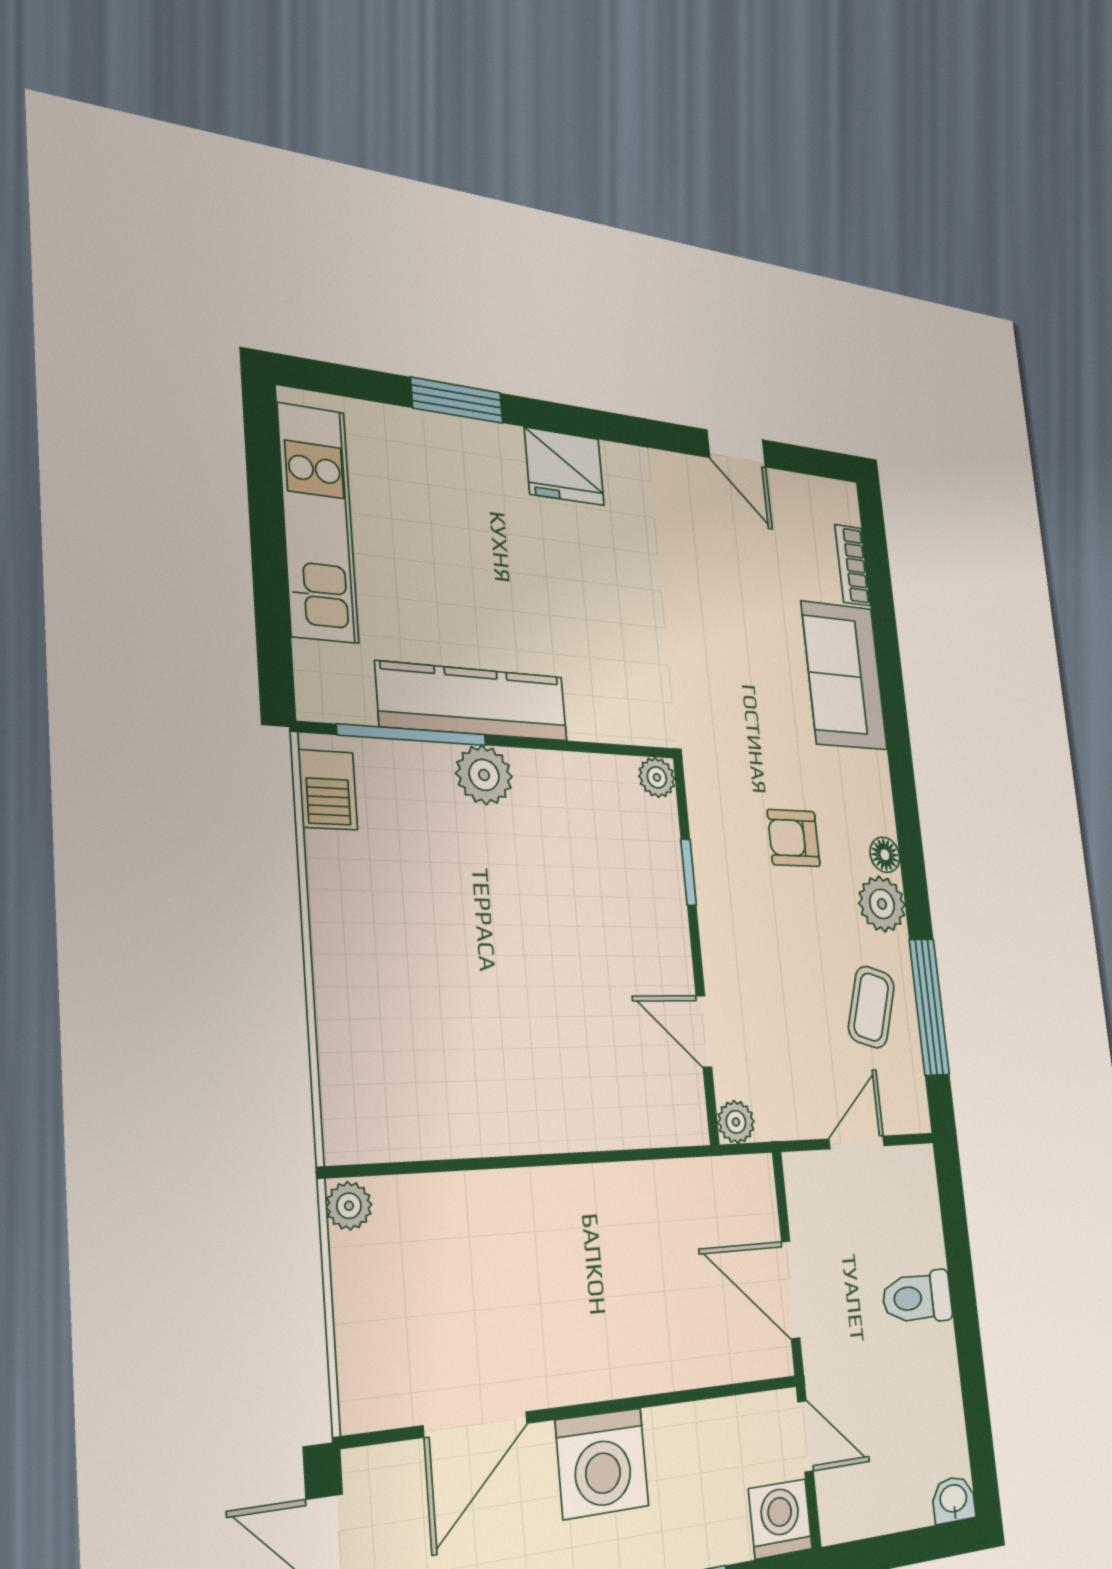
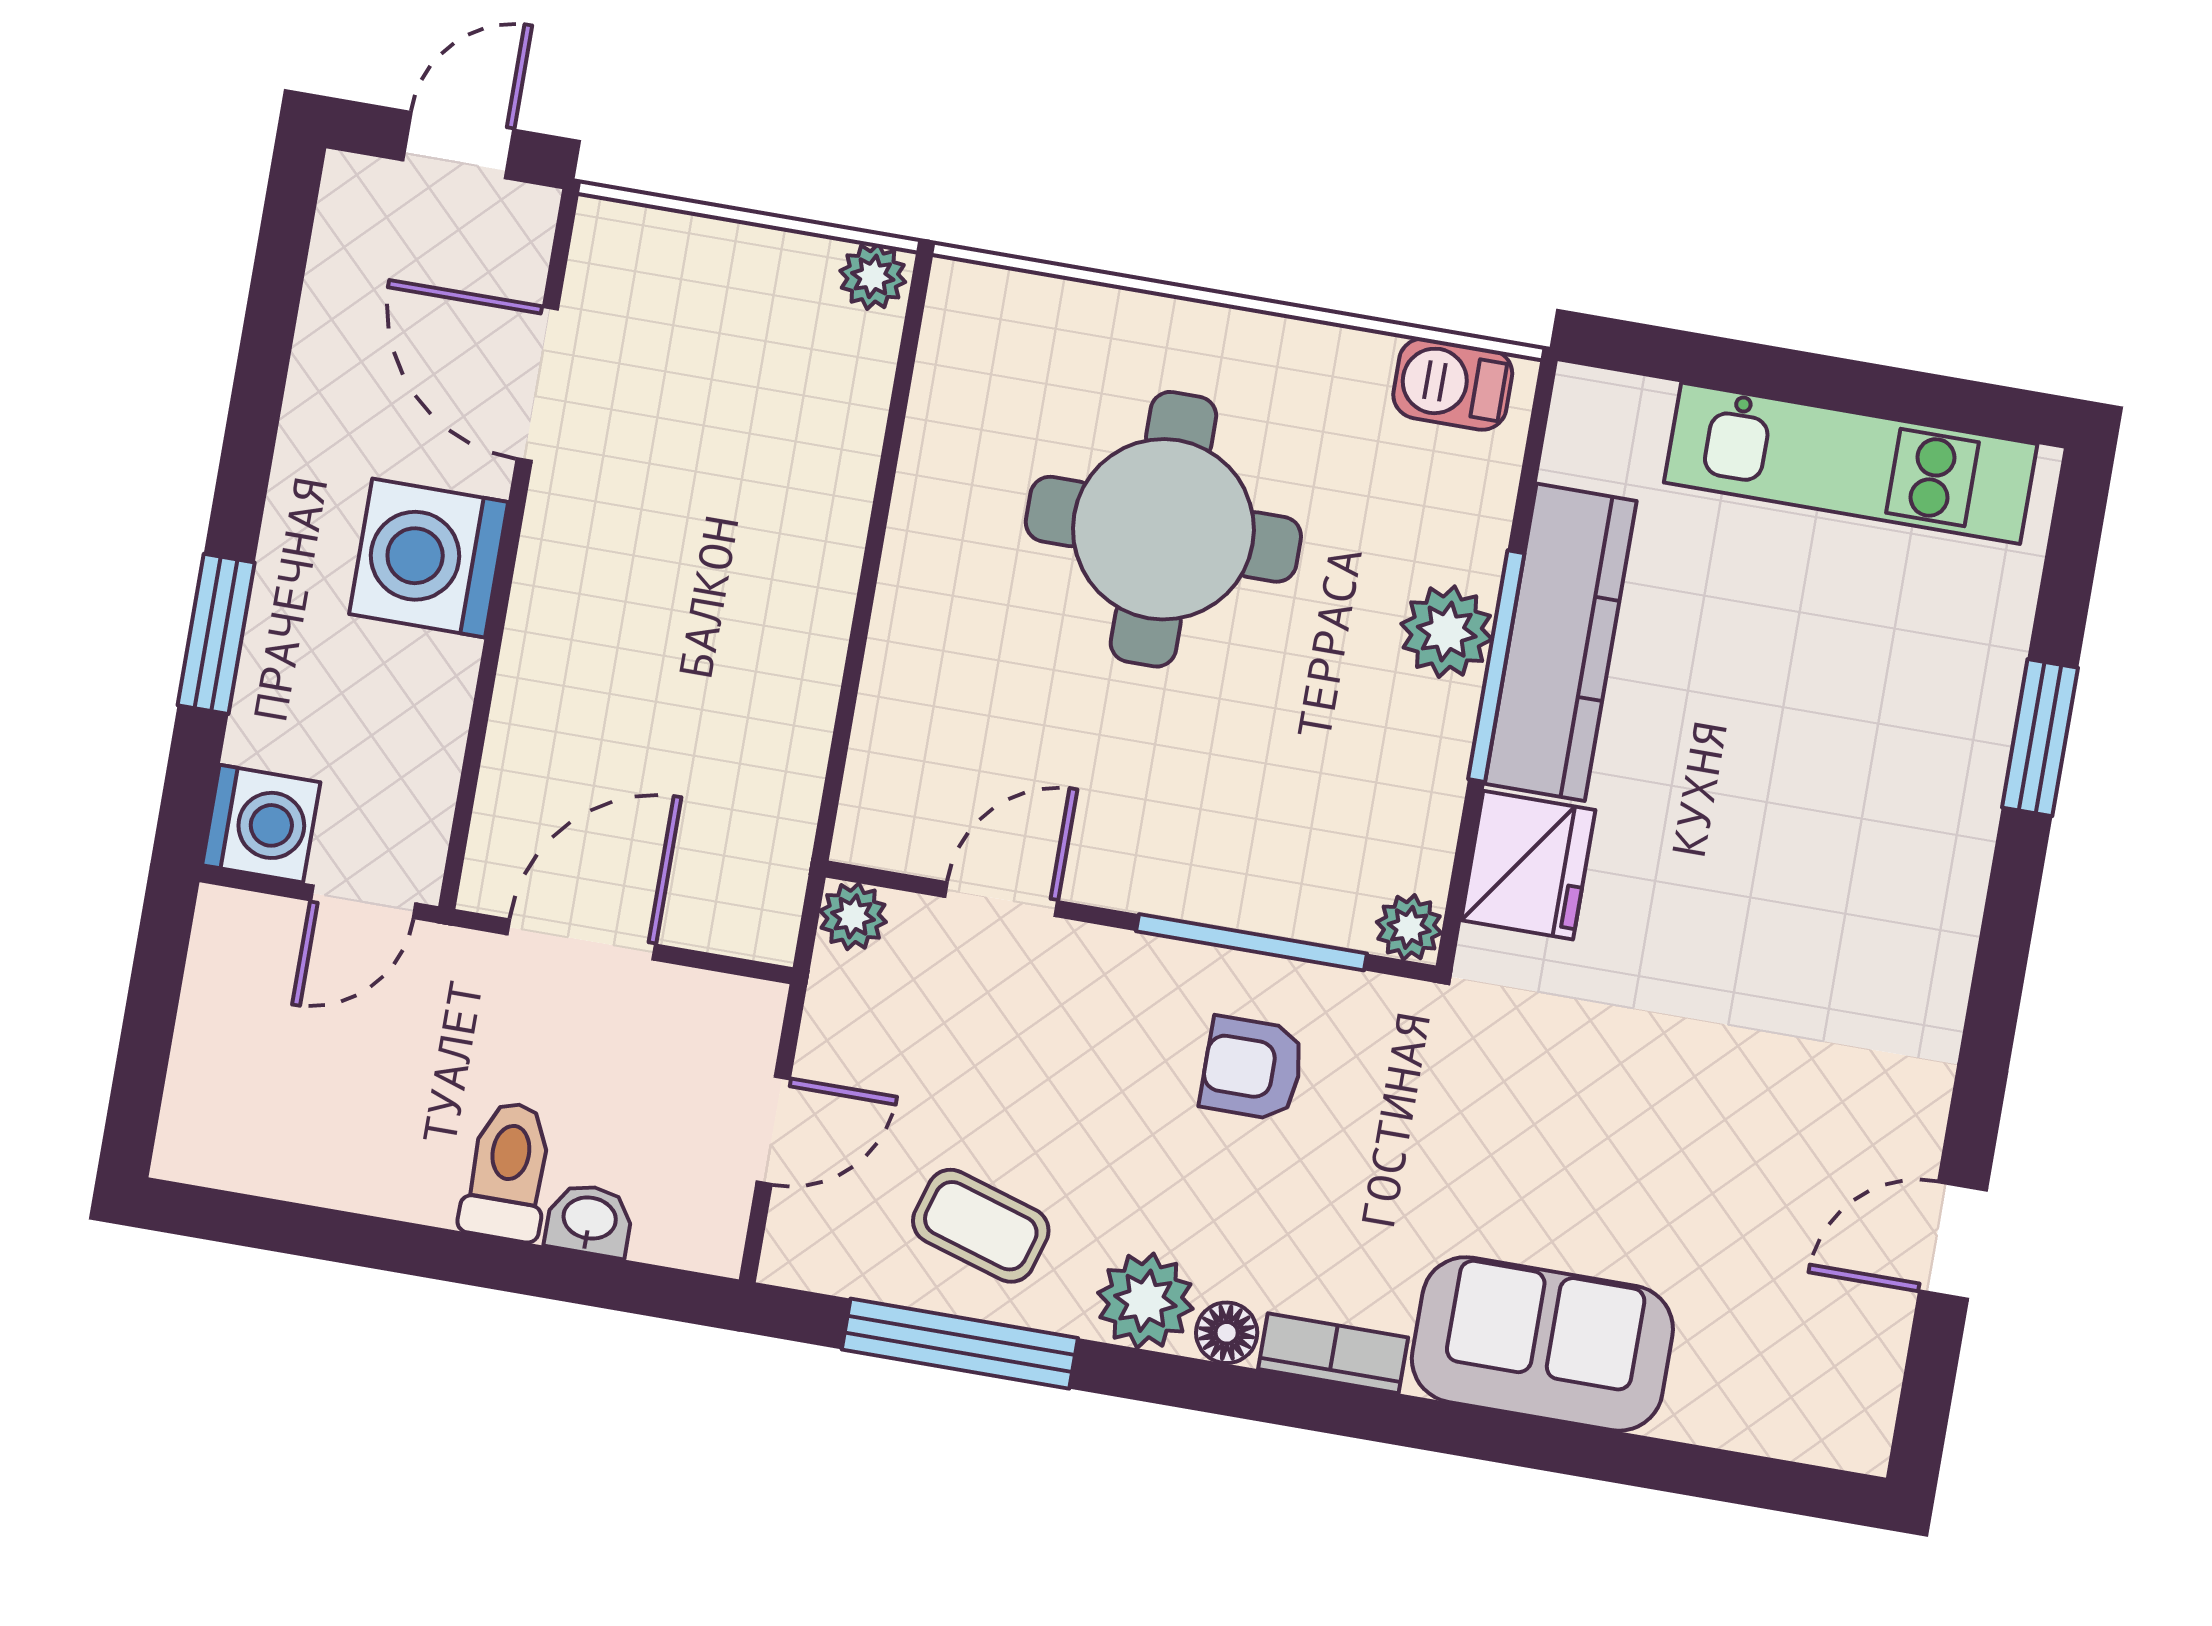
fridge: (564, 466) -> (1528, 865), moved, turned 180
bookcase: (853, 565) -> (1333, 1353), moved
window: (412, 735) -> (1496, 666), moved
armchair: (794, 838) -> (1252, 1068), moved, turned -90
window: (689, 872) -> (1252, 942), width x2.17
round table: (466, 970) -> (1163, 529), added
door: (857, 1142) -> (773, 1130), hinge flipped
washbasin: (954, 1500) -> (589, 1220), moved, turned -90

